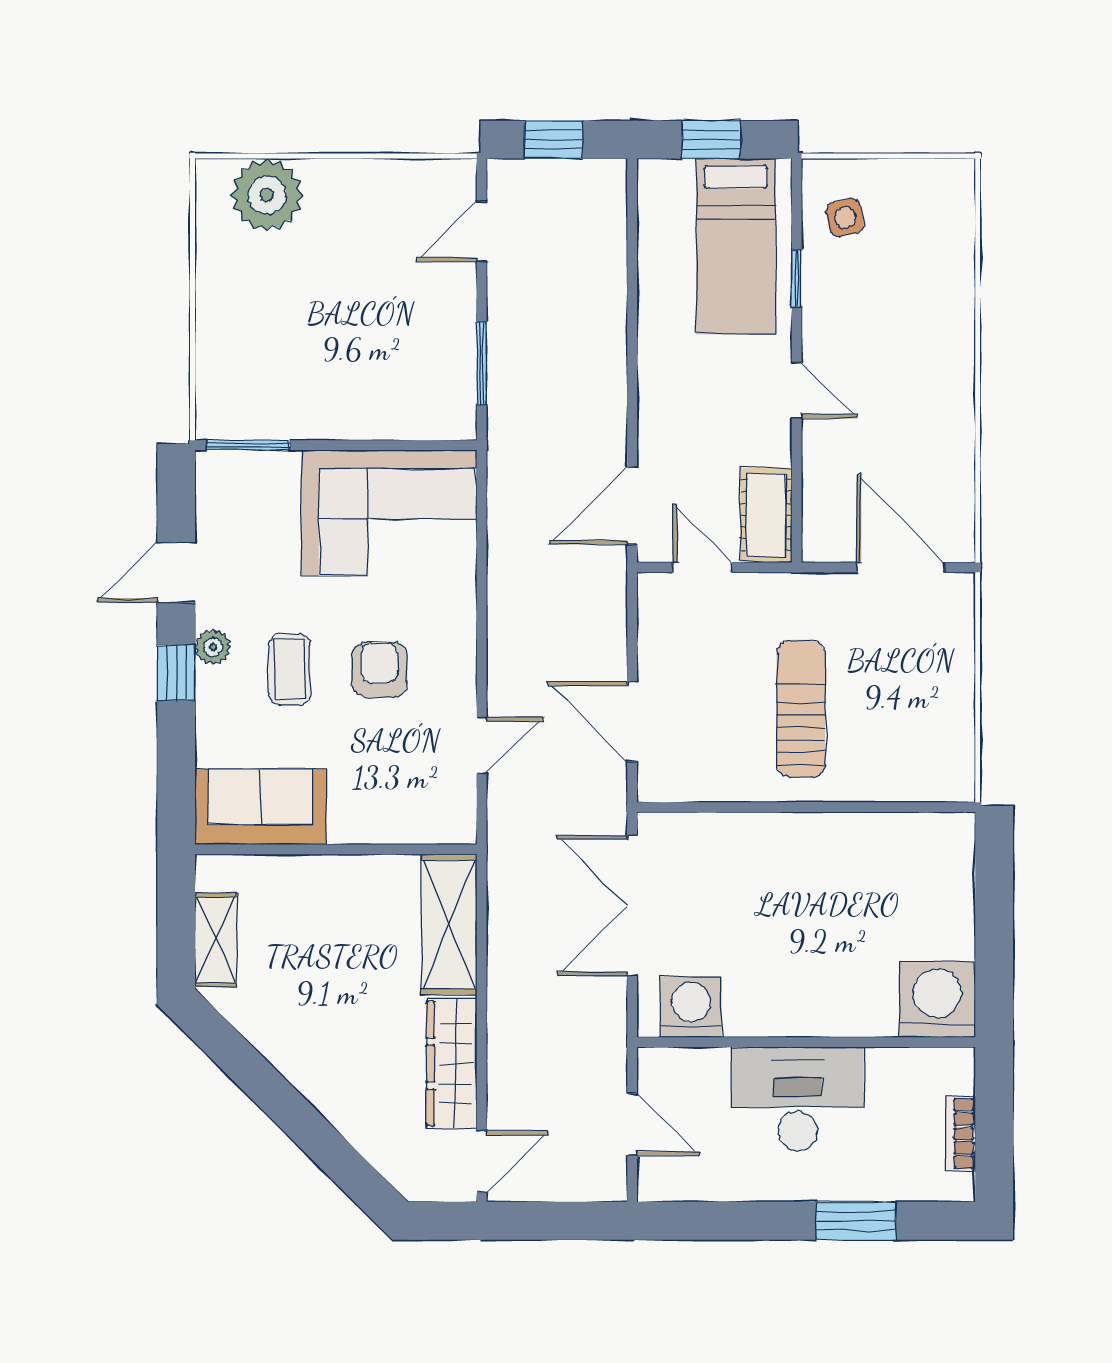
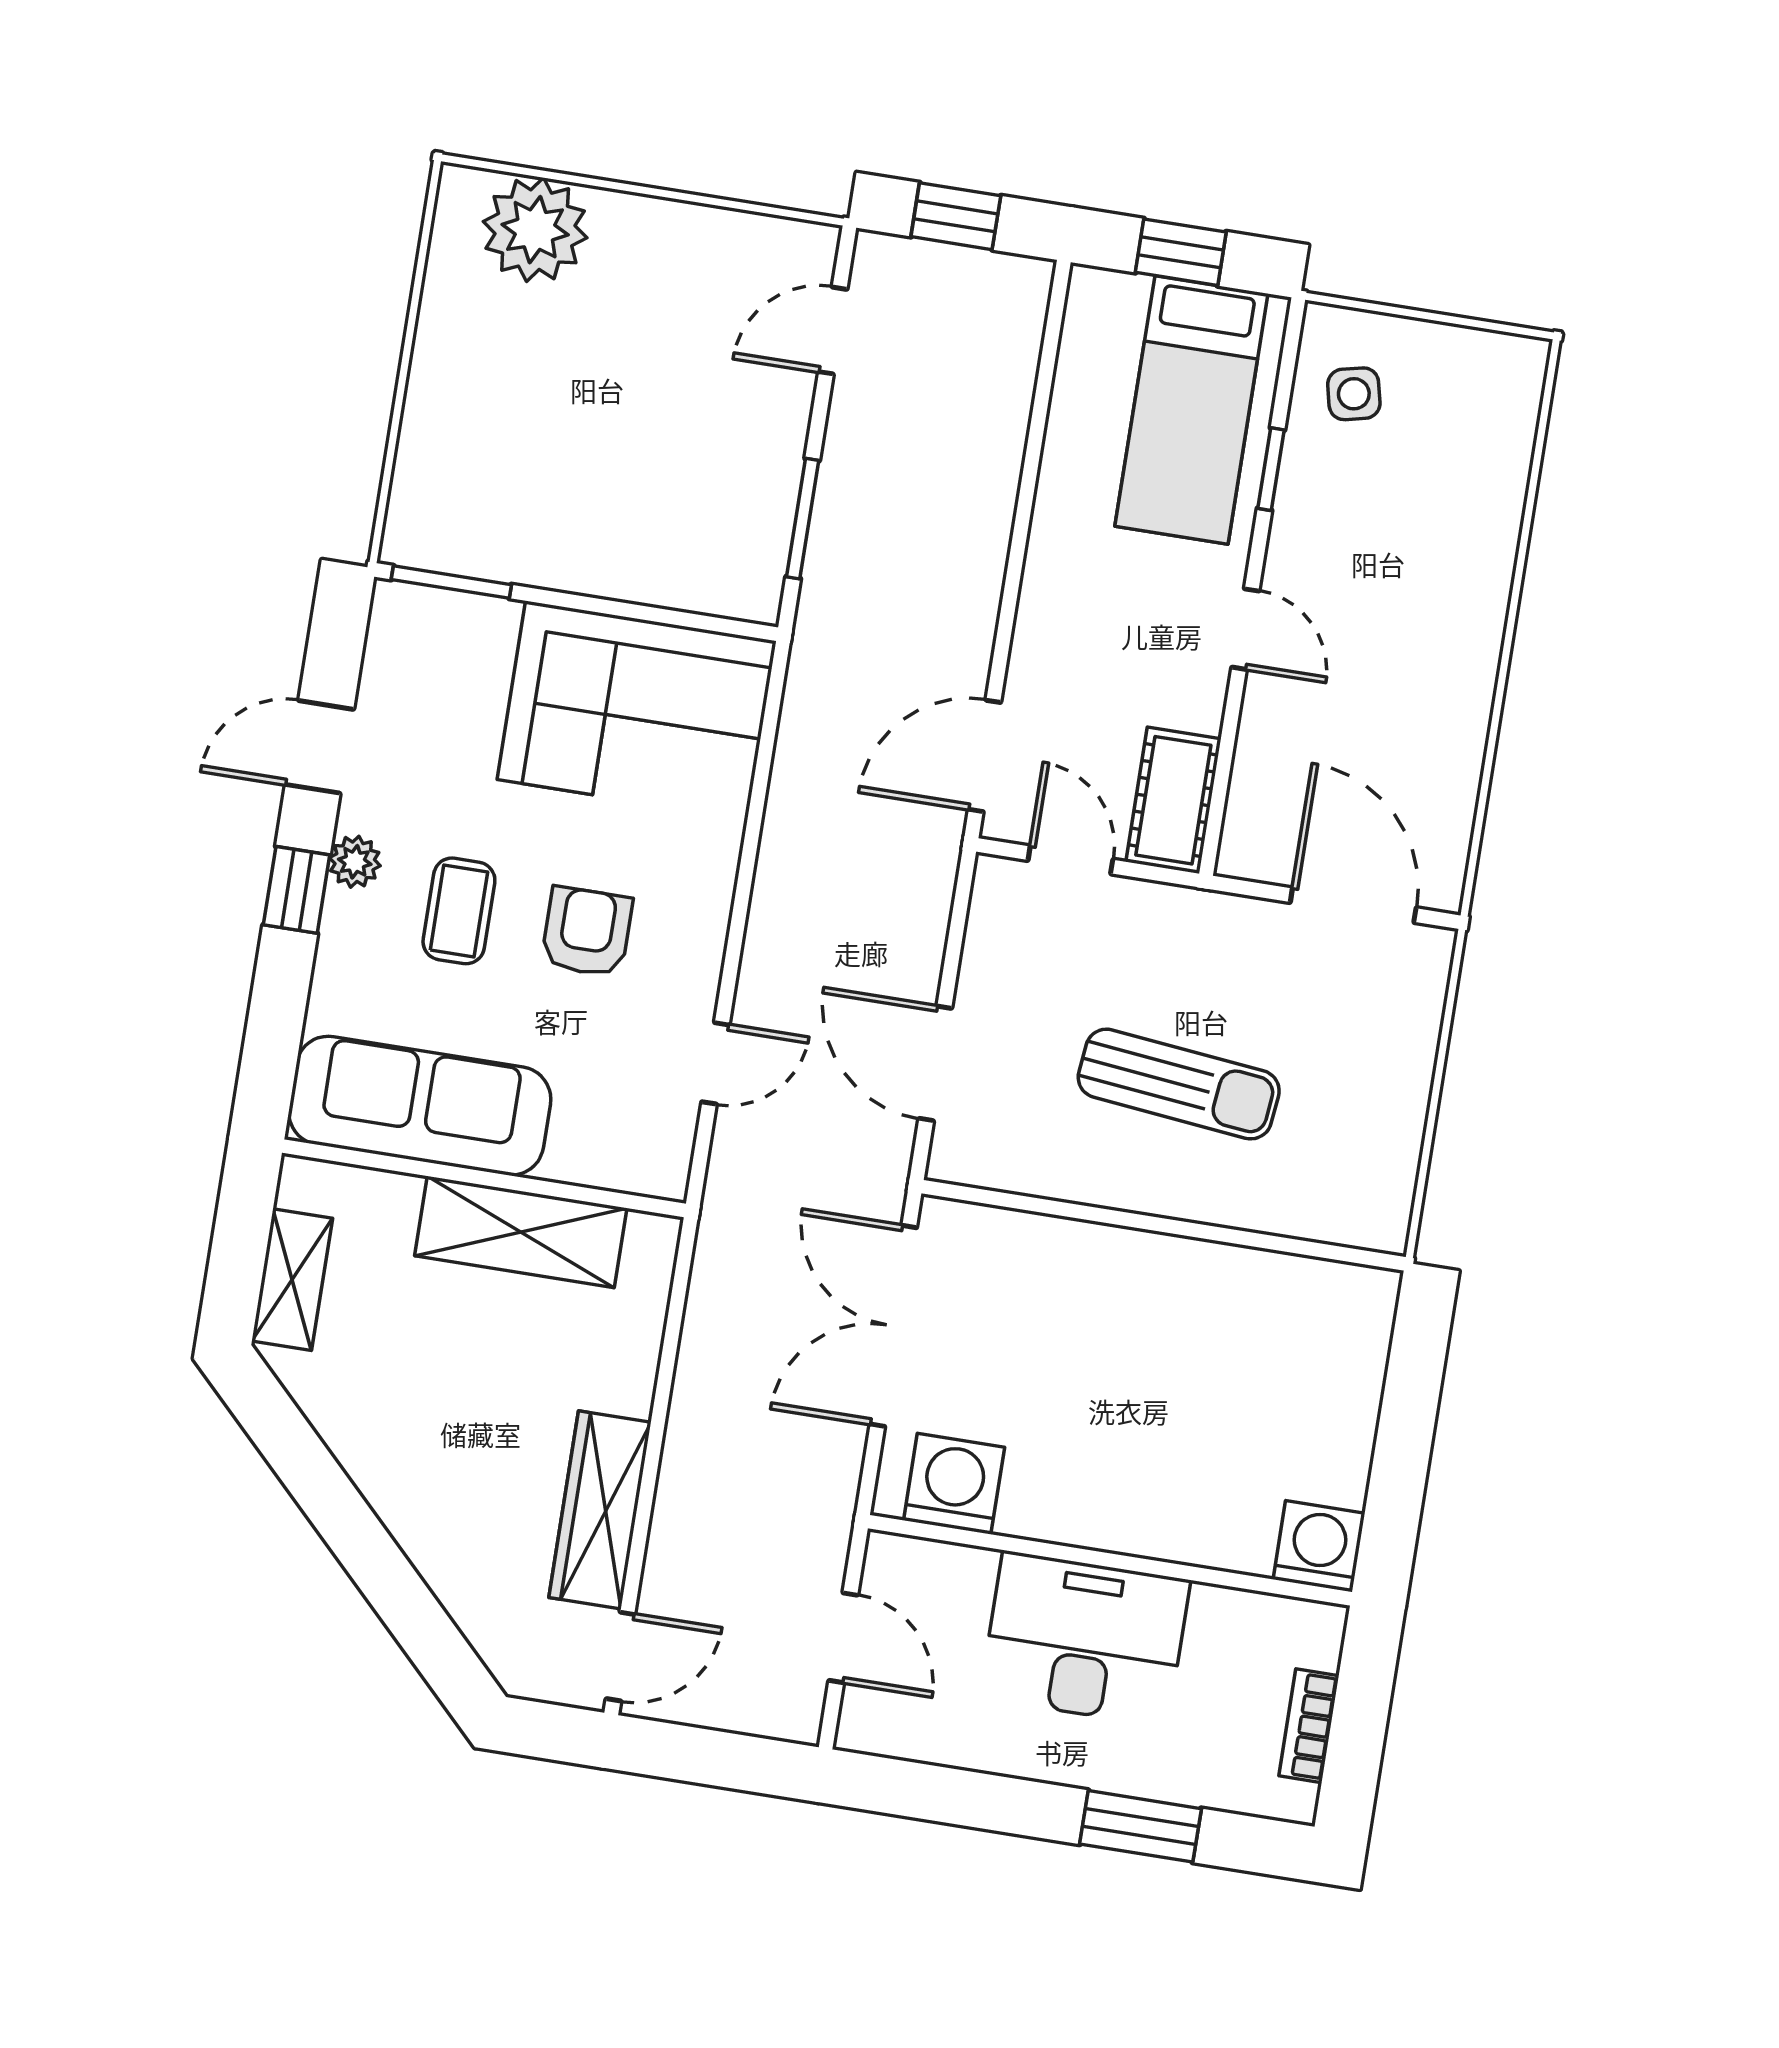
sun lounger: (801, 709) -> (1179, 1084), turned 96
sofa: (260, 807) -> (420, 1106), width x1.36
shelving: (449, 924) -> (521, 1232), moved, turned 90
washing machine: (937, 999) -> (1319, 1546), width x0.73, depth x0.73

